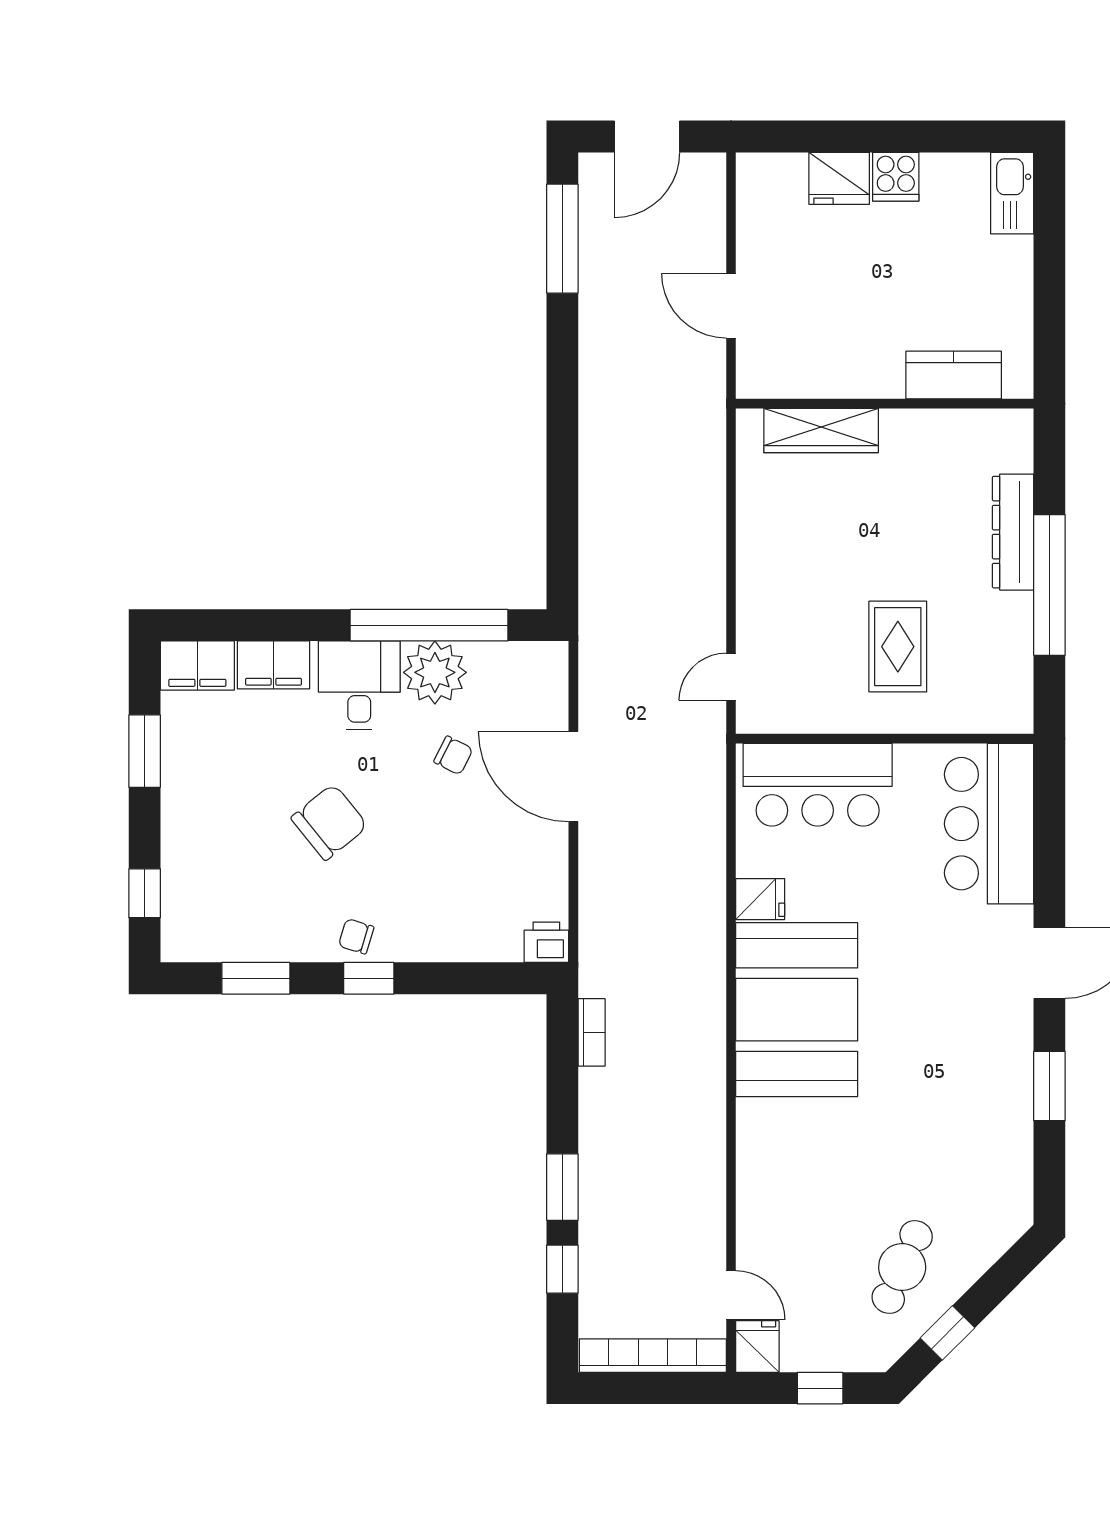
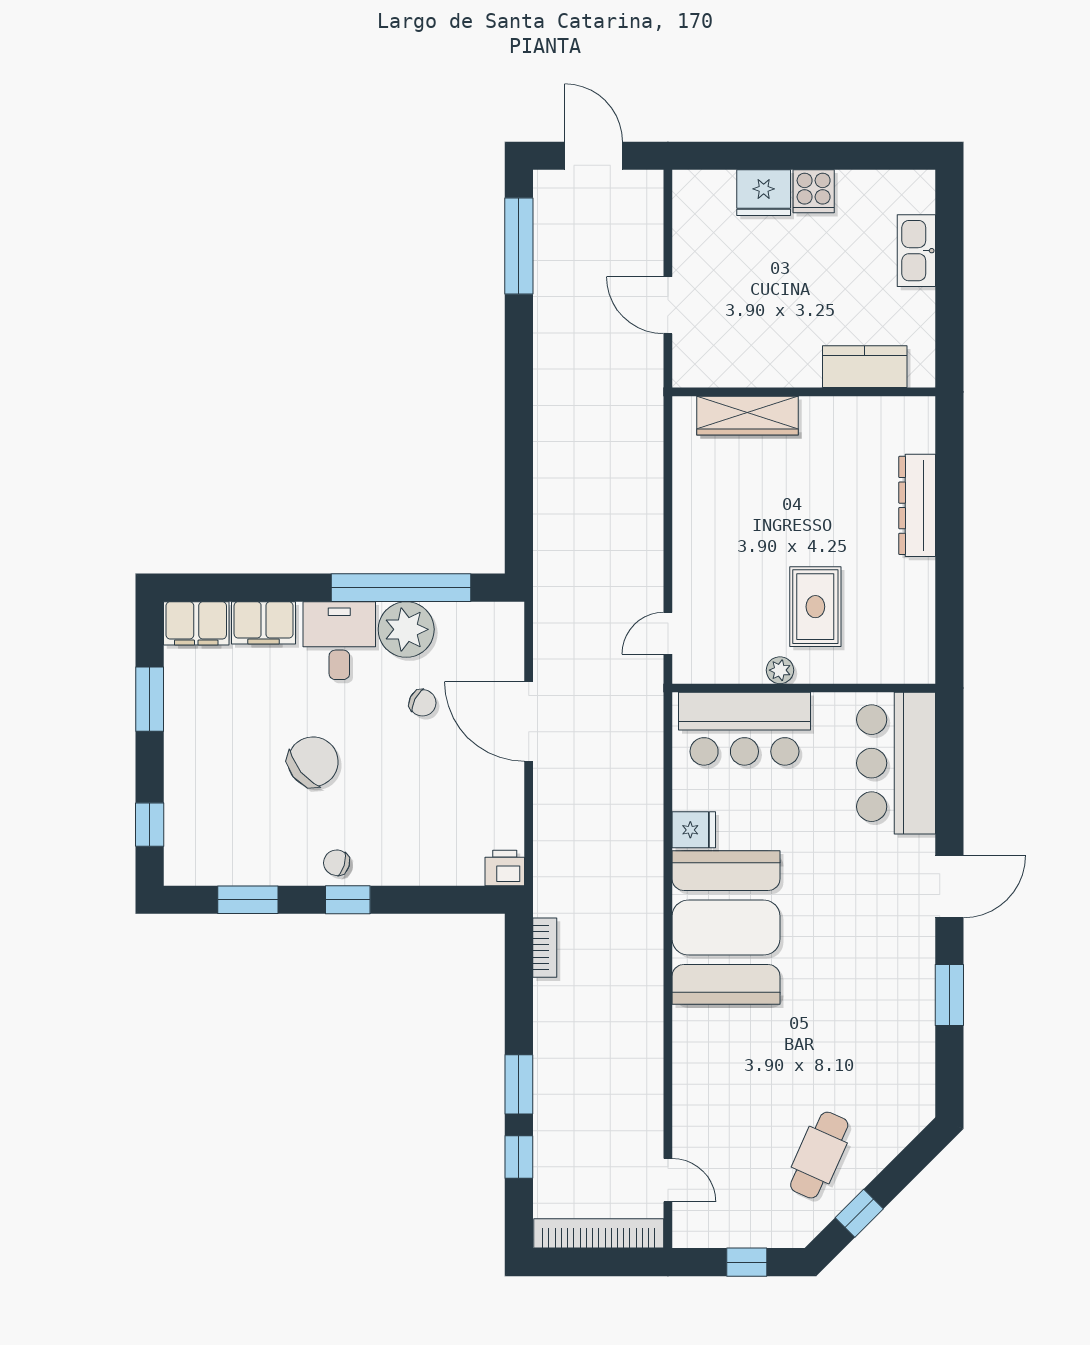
door: (647, 136) -> (594, 156), swing flipped
kitchen sink: (1012, 193) -> (916, 251), moved
window: (1049, 585) -> (949, 552), removed
plant: (858, 719) -> (780, 670), added
fridge: (757, 1347) -> (691, 1225), removed

